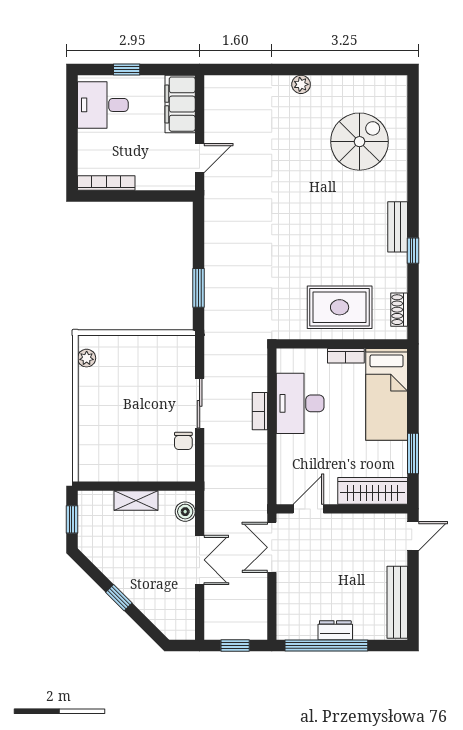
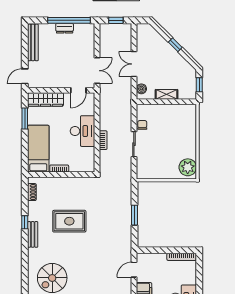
window: (198, 288) -> (135, 215), moved
rug: (340, 307) -> (69, 221), moved
plant: (87, 358) -> (188, 167), width x1.88, depth x1.88
desk: (300, 403) -> (83, 131), moved

